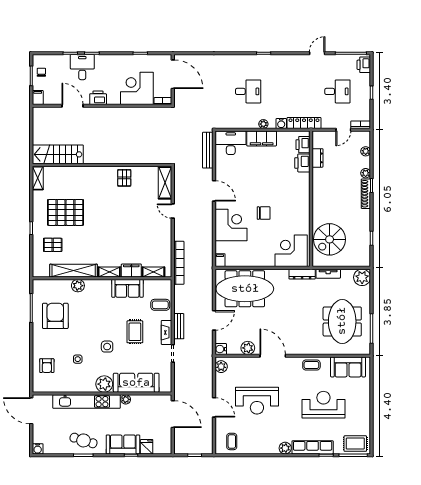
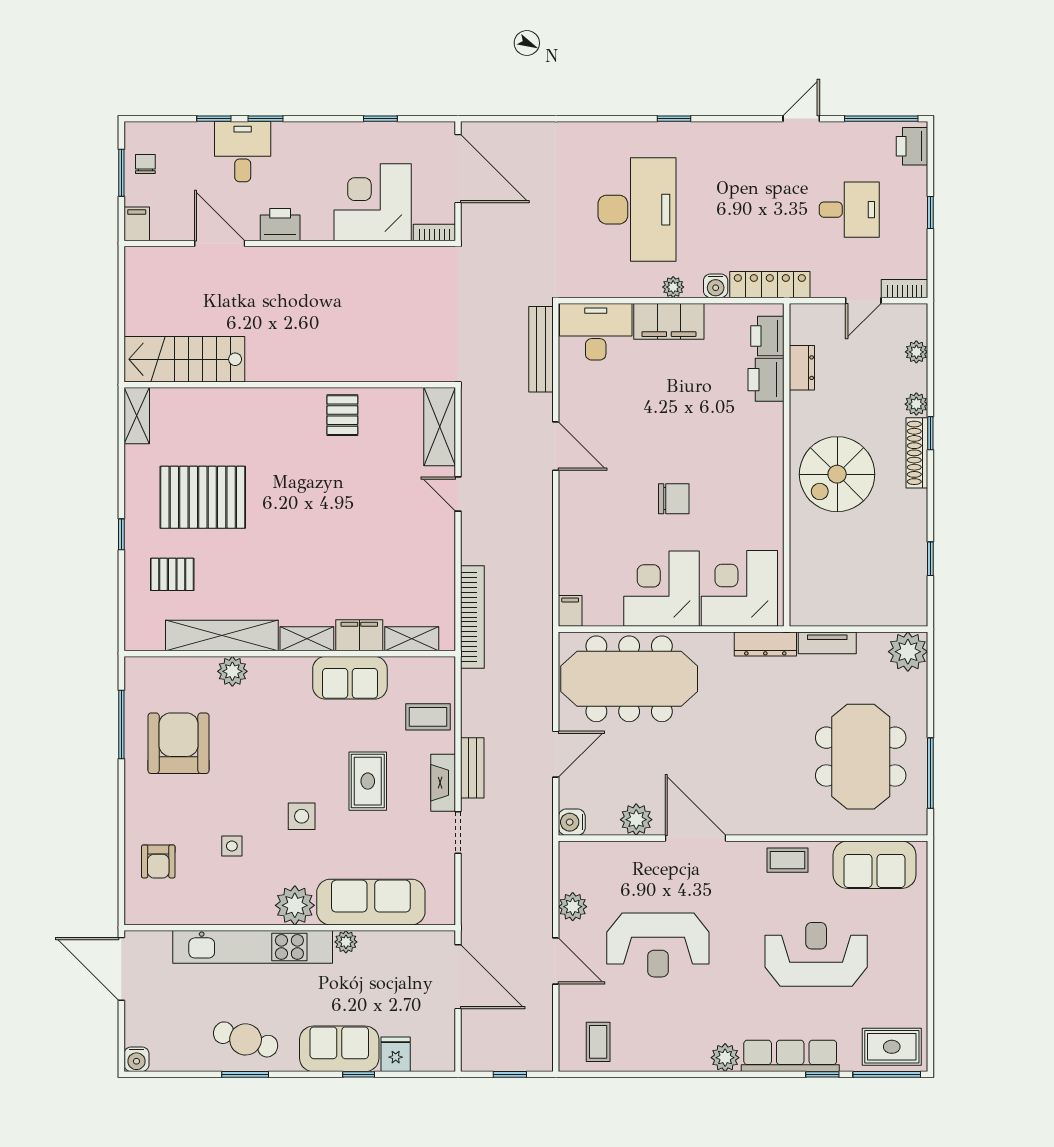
desk: (248, 91) -> (637, 210), width x1.87, depth x1.30
corner desk: (231, 225) -> (662, 589), moved, turned -90
spiral stairs: (330, 239) -> (837, 474), moved
plant: (221, 367) -> (573, 907), moved

